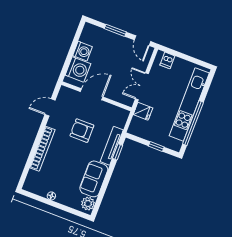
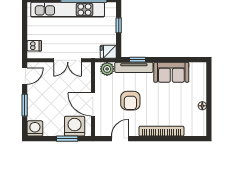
washing machine: (82, 51) -> (35, 128), moved
window: (69, 58) -> (67, 139), added
door: (50, 107) -> (120, 139), swing flipped
fridge: (143, 111) -> (108, 52), moved, turned -90
plant: (88, 204) -> (107, 69), moved

